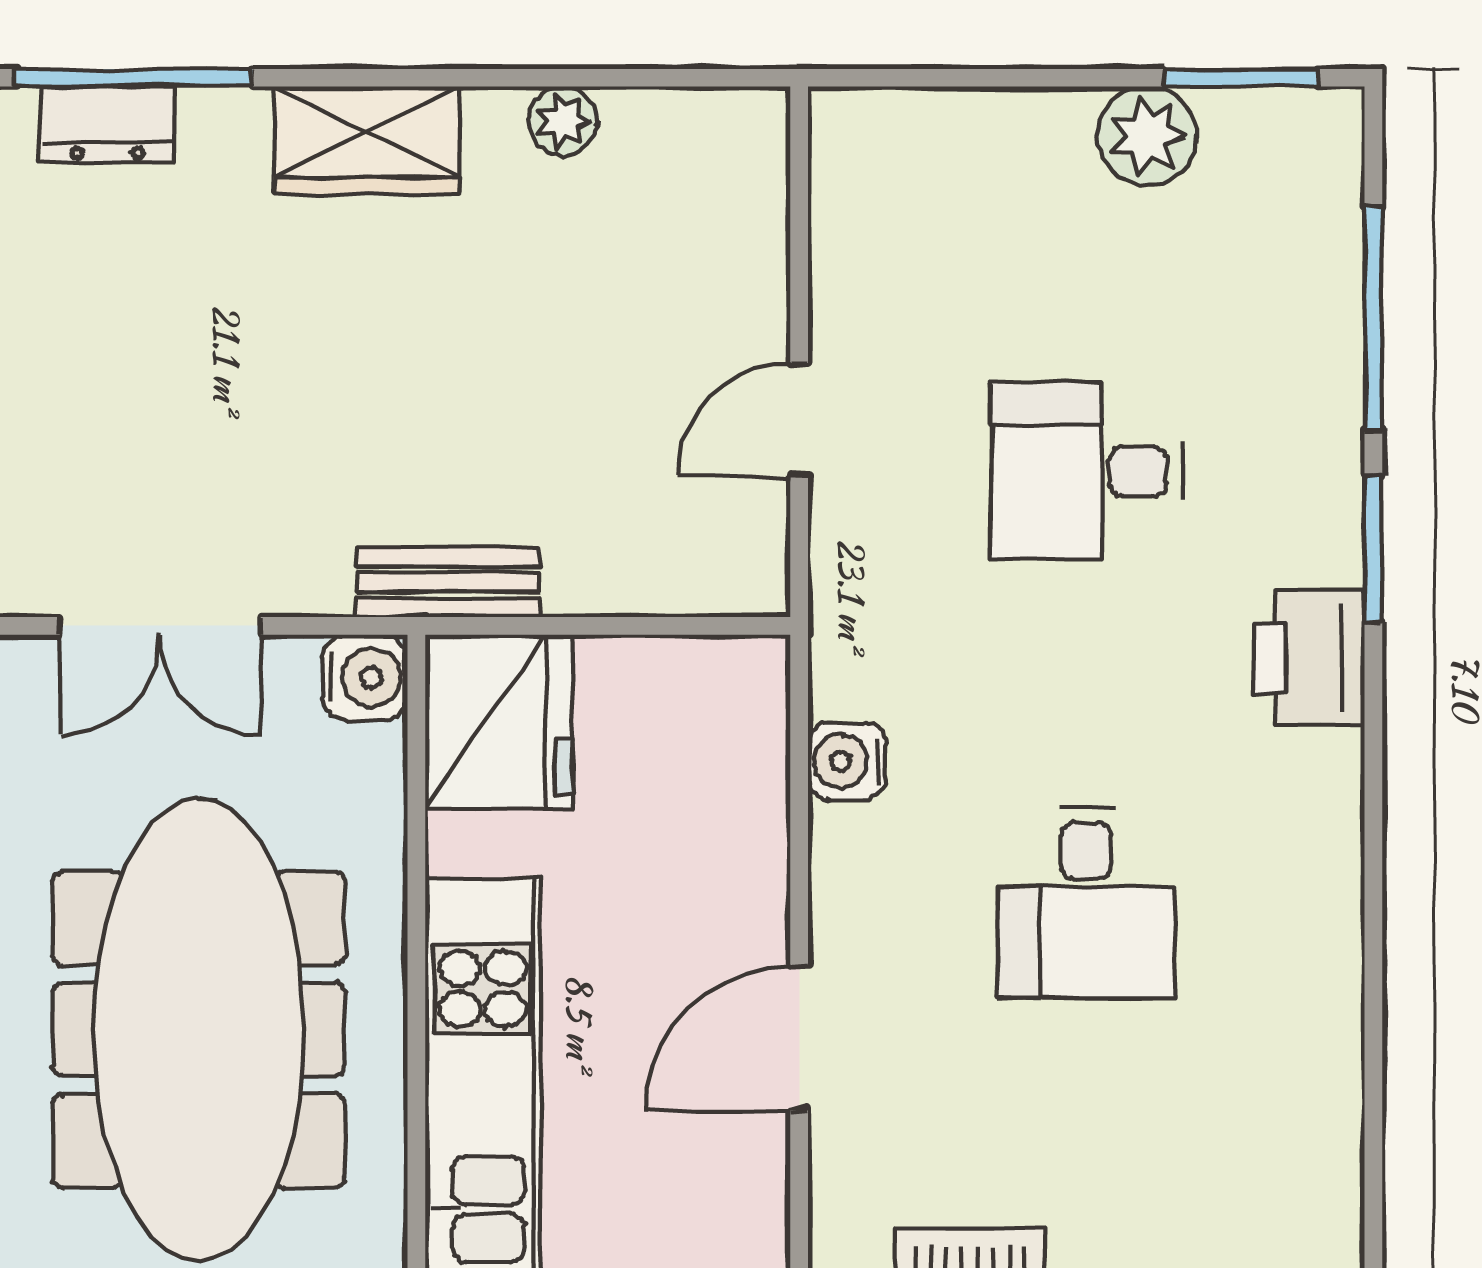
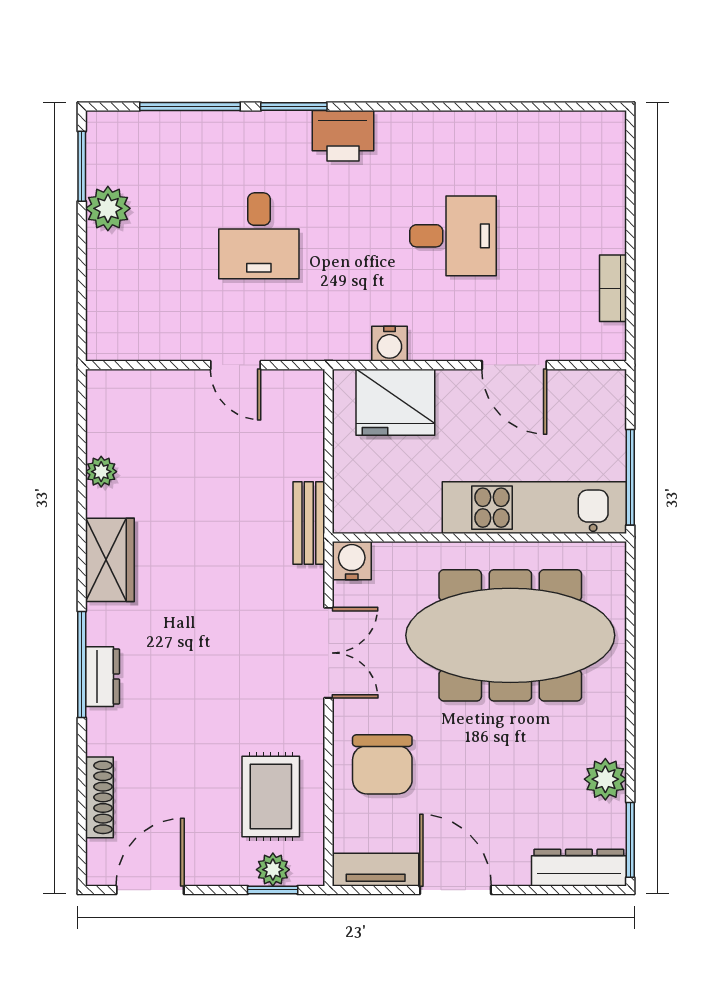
fridge: (499, 722) -> (395, 402), moved, turned 180

